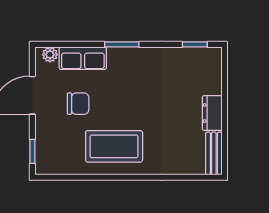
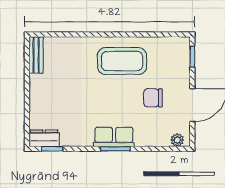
row of seats: (83, 58) -> (114, 137), moved
dresser: (212, 113) -> (44, 138), moved, turned -90

